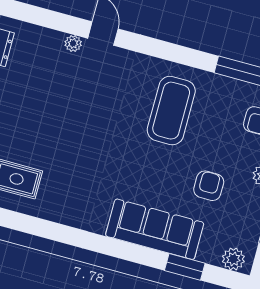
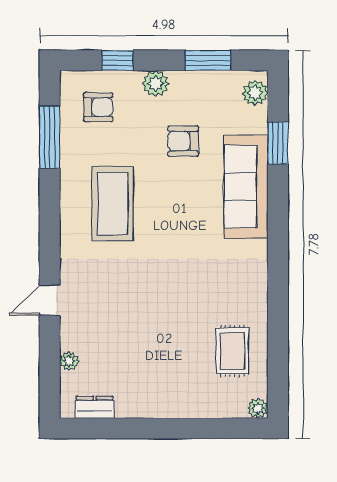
plant: (73, 43) -> (69, 361), moved
coffee table: (171, 111) -> (113, 204), turned 90

